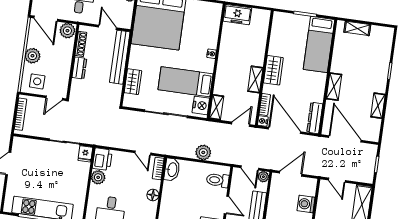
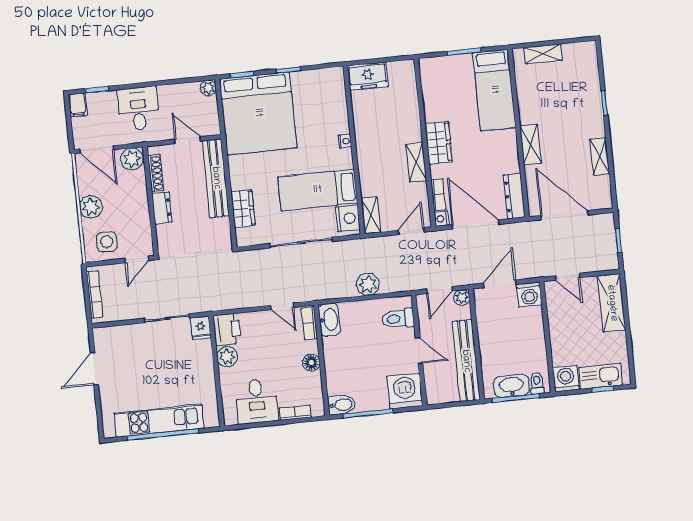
door: (250, 168) -> (439, 290), hinge flipped
washing machine: (306, 204) -> (529, 294), moved, turned -90

